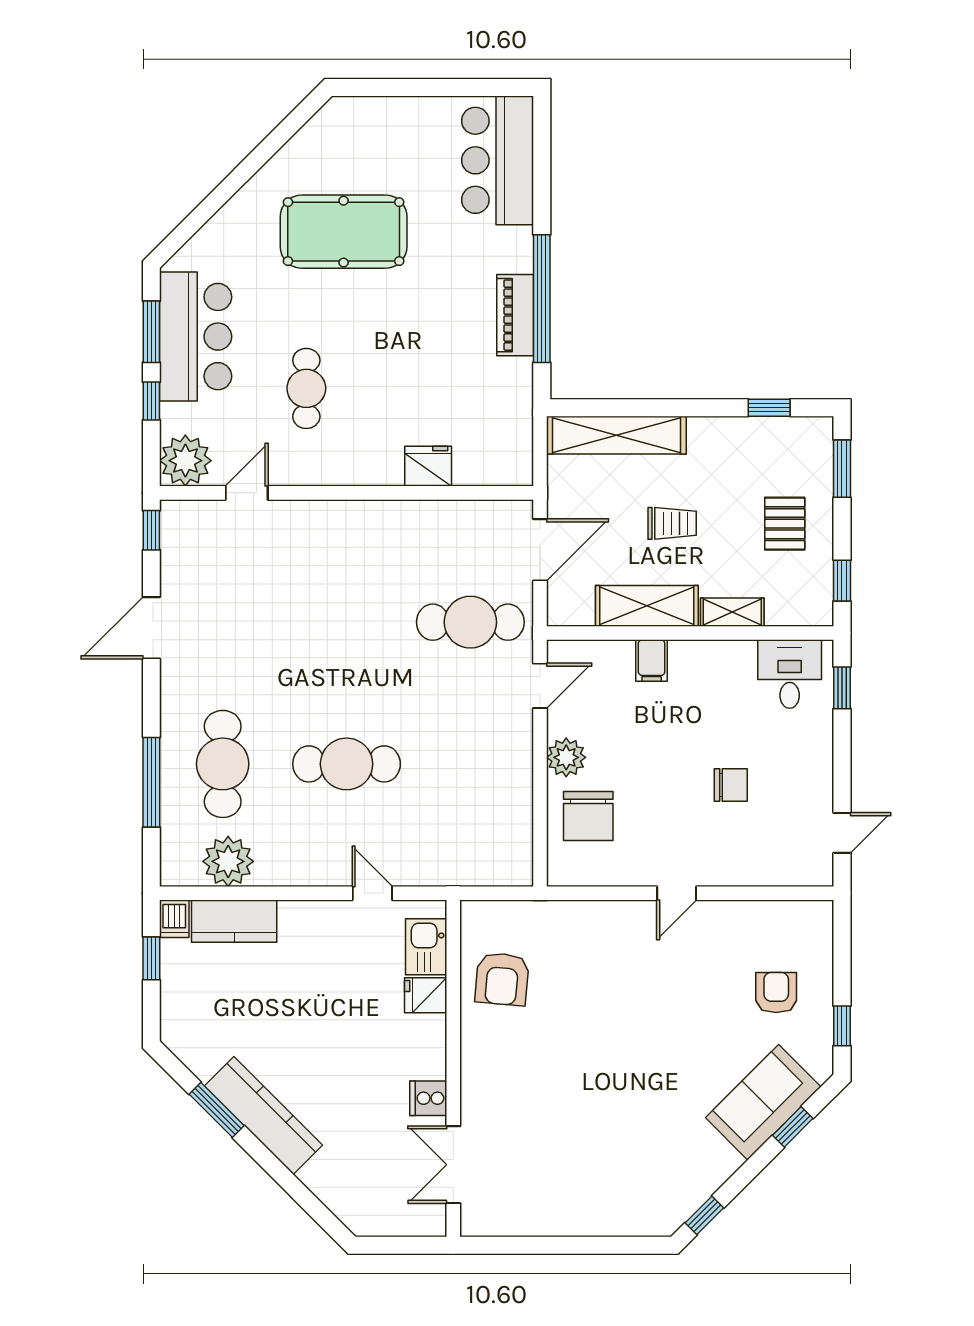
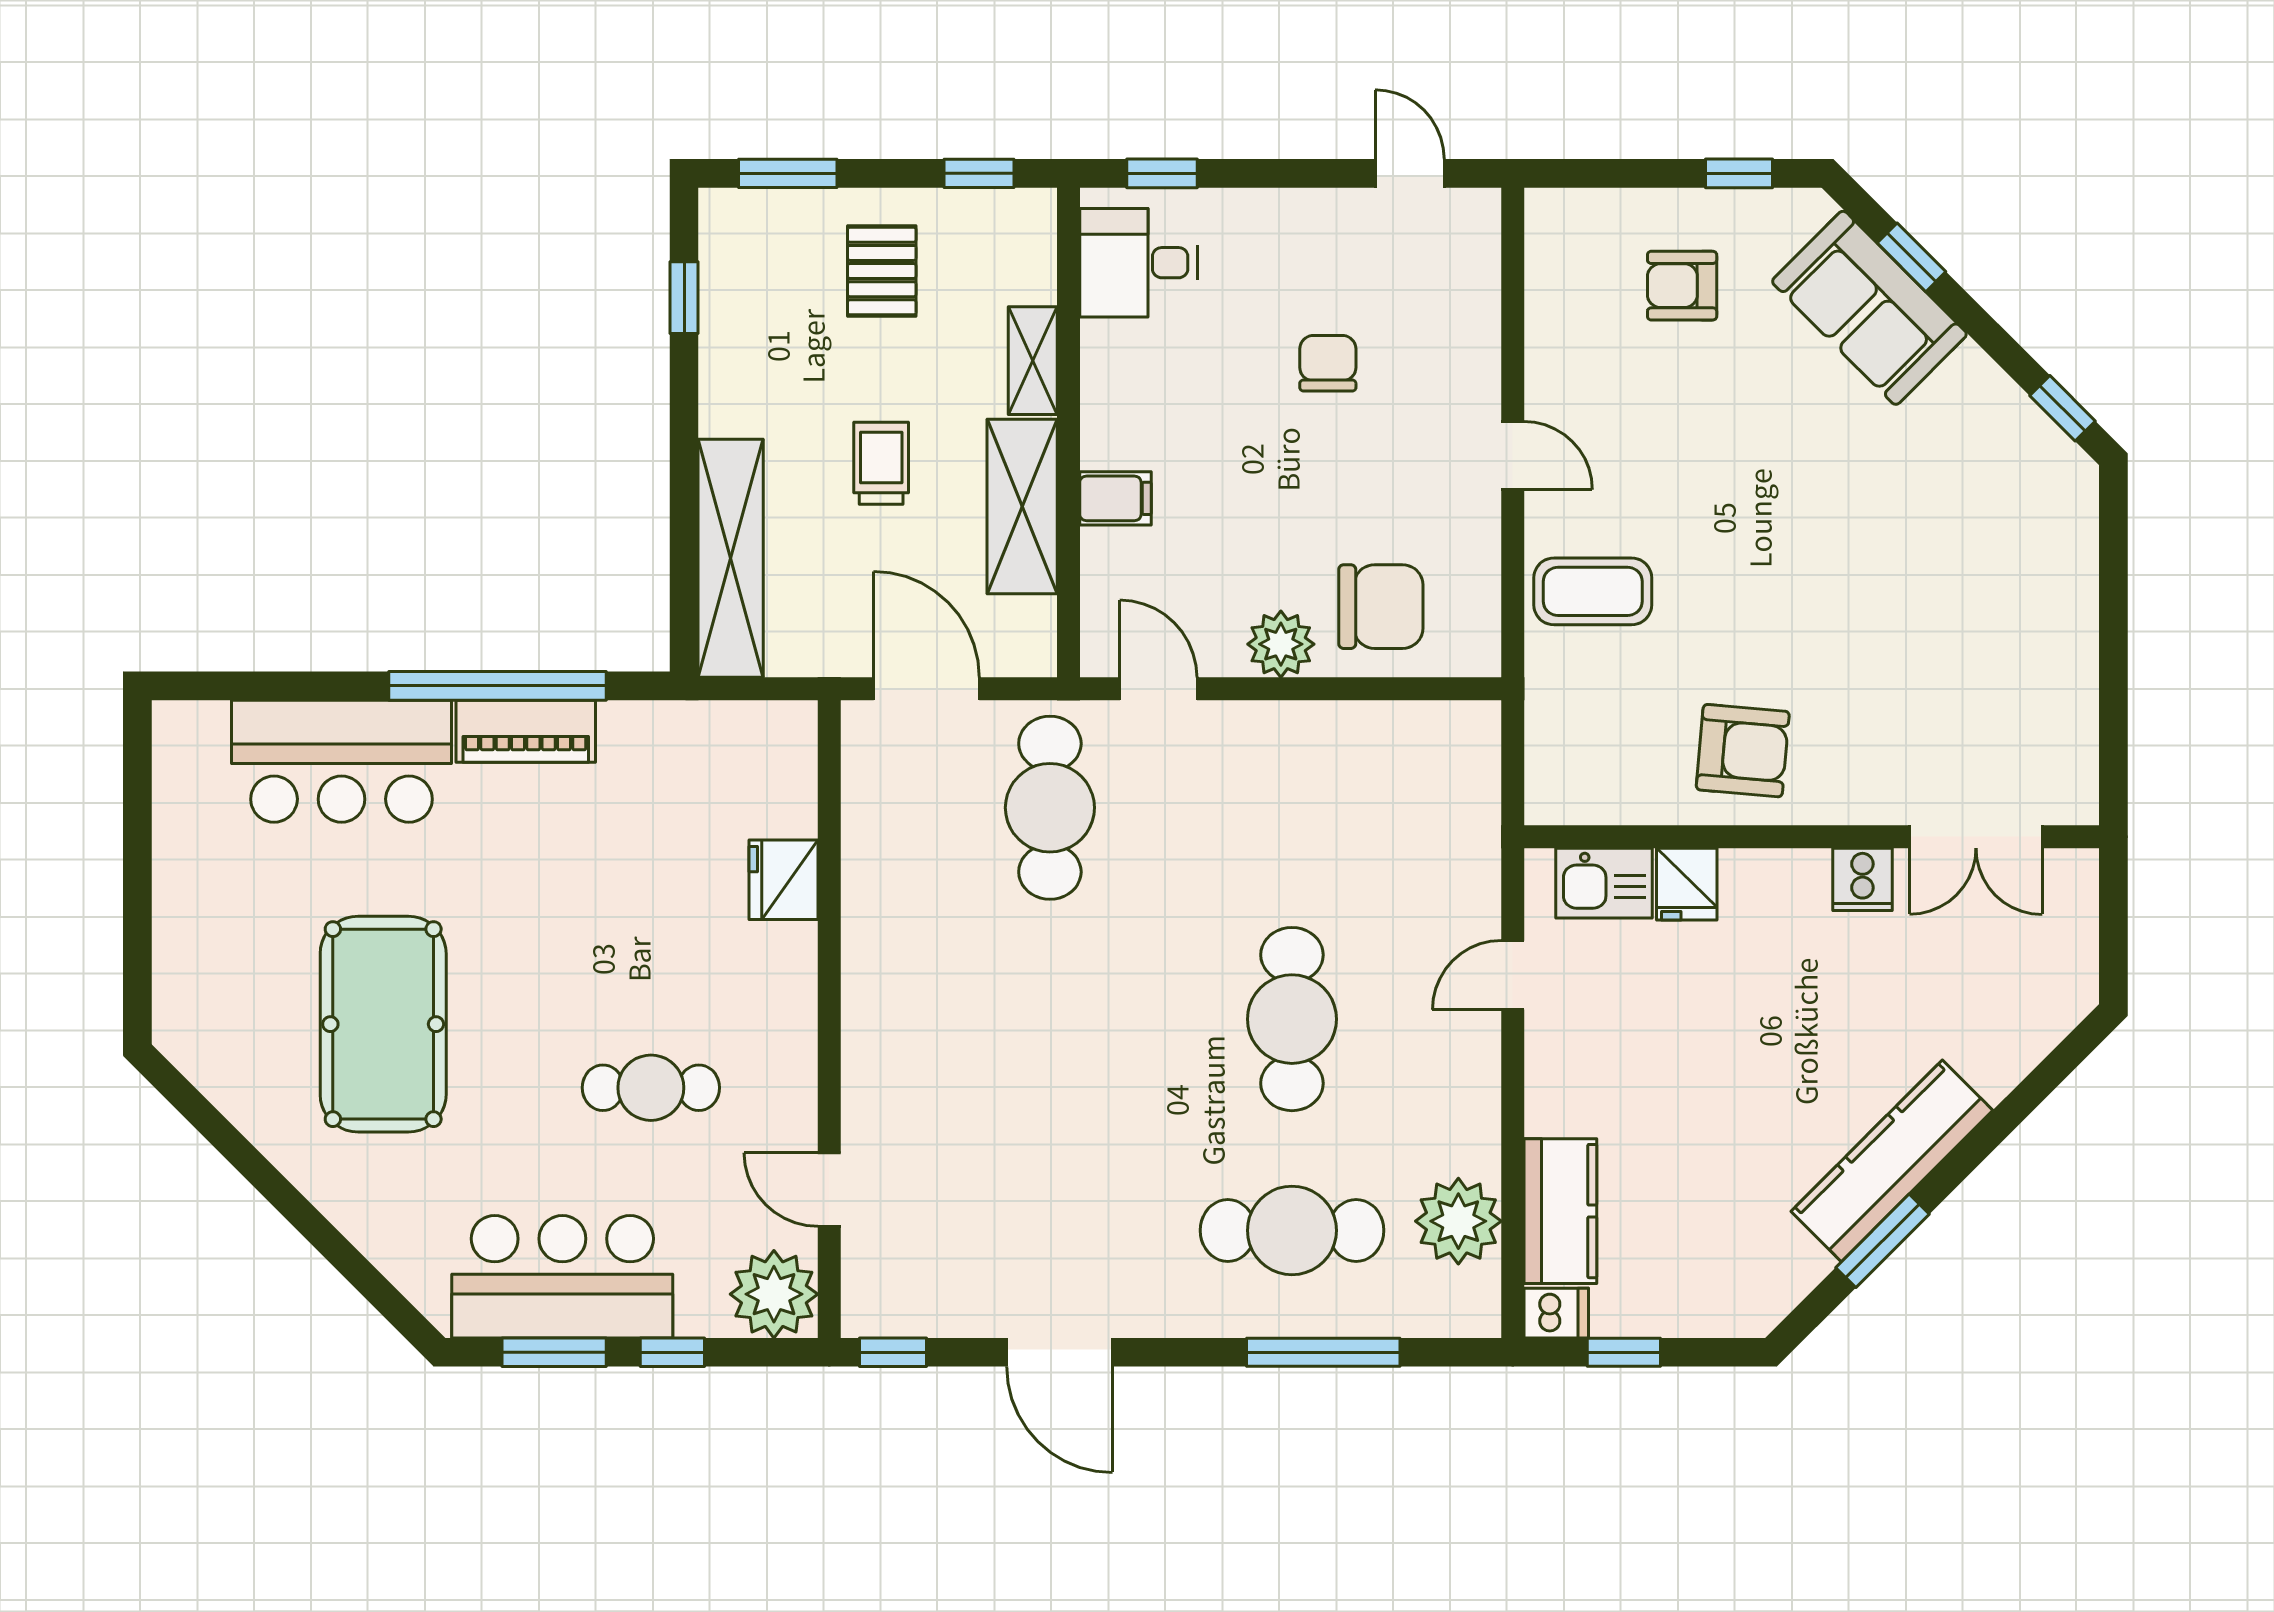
bar counter: (498, 160) -> (341, 761), moved
pallet: (785, 524) -> (882, 271), turned 90
coffee table: (597, 940) -> (1593, 591), added
armchair: (502, 979) -> (1743, 751), moved

